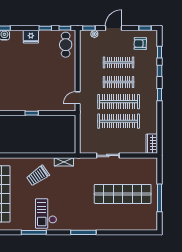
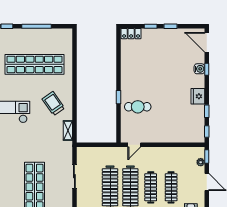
cafe table: (66, 45) -> (138, 107), moved
door: (78, 98) -> (134, 145), swing flipped

